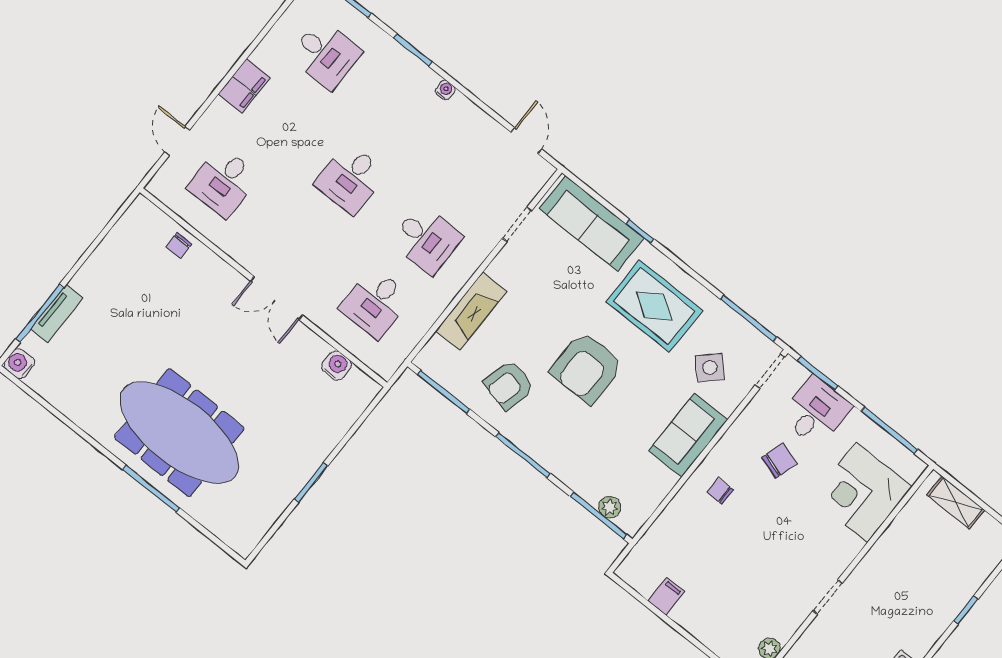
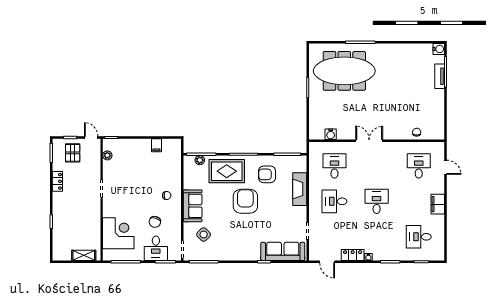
locker: (471, 116) -> (353, 255), added
rug: (654, 306) -> (227, 171), moved
armchair: (509, 385) -> (267, 174), turned -104
meeting table: (179, 433) -> (344, 71), moved

